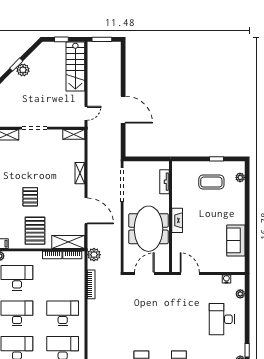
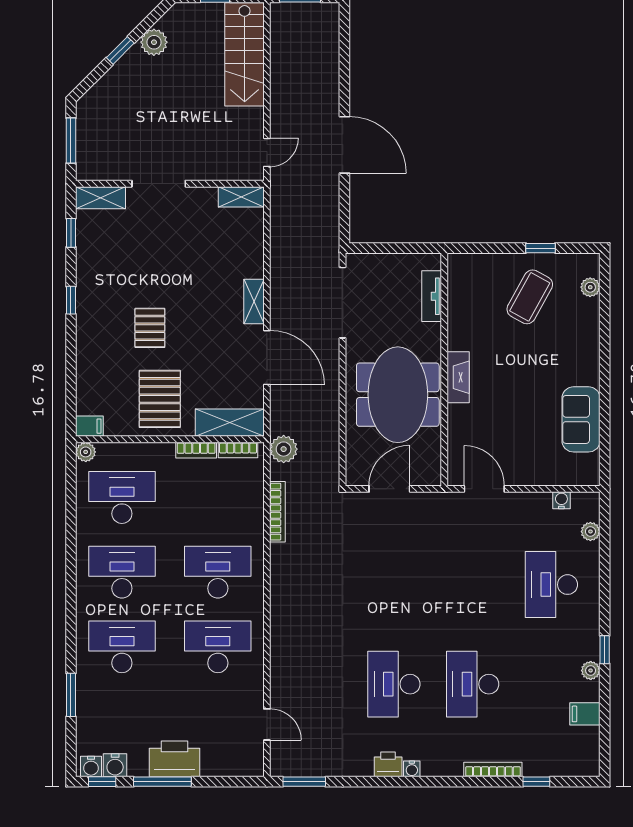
plant: (23, 70) -> (154, 42), moved
shelving: (80, 173) -> (254, 302), moved
coffee table: (211, 182) -> (530, 297), turned -61

